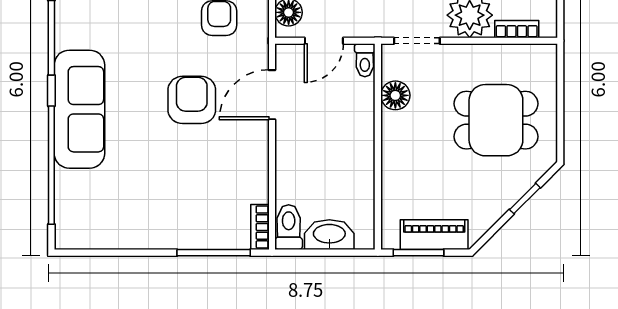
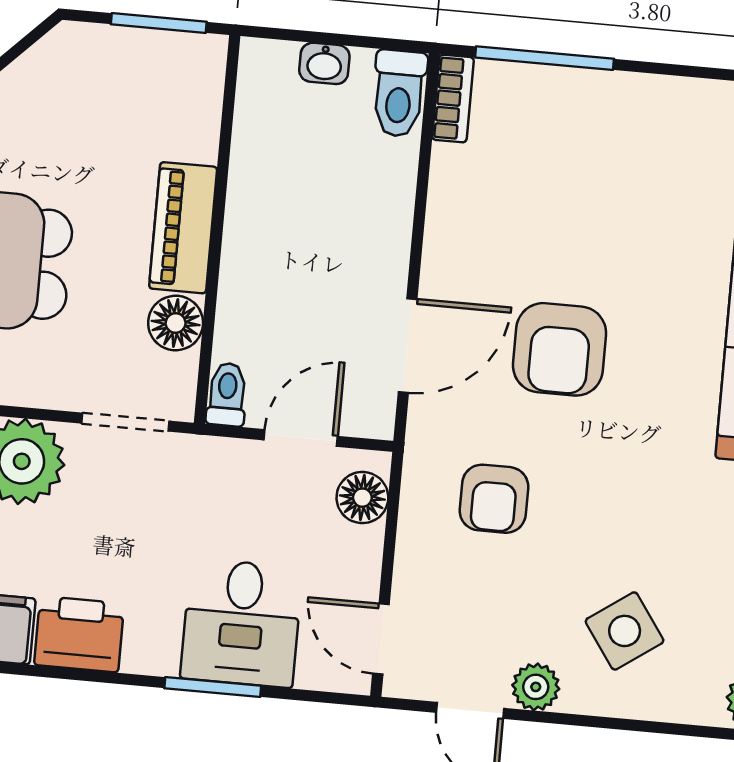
washbasin: (329, 235) -> (324, 63), width x0.52, depth x0.69
piano: (434, 235) -> (183, 228), moved, turned 90

